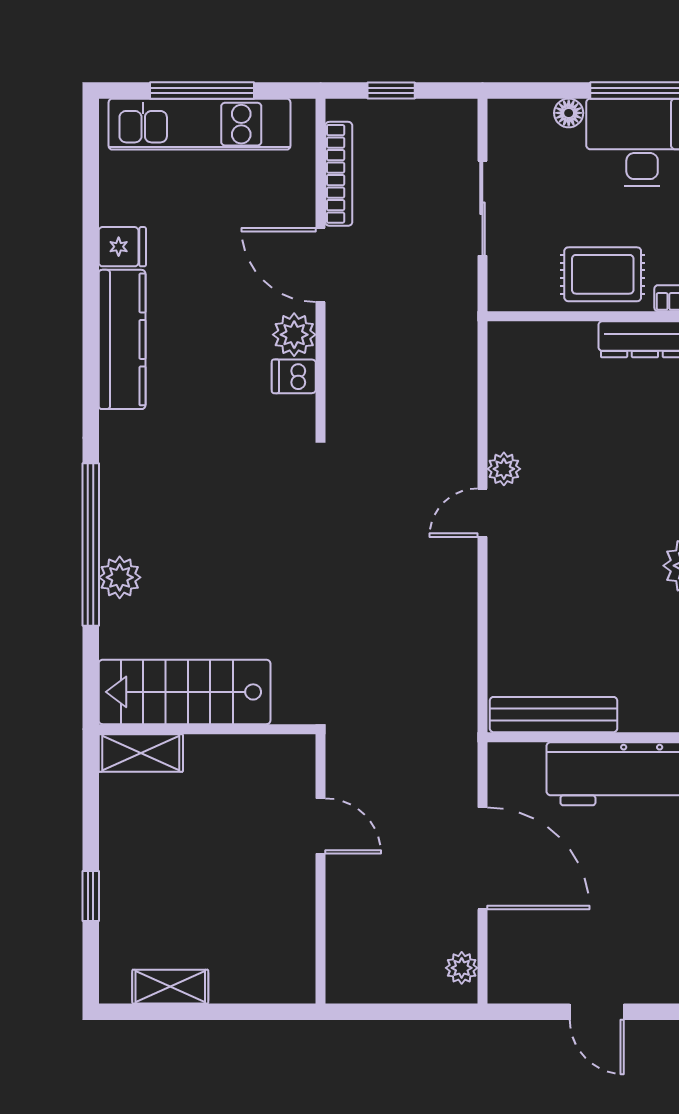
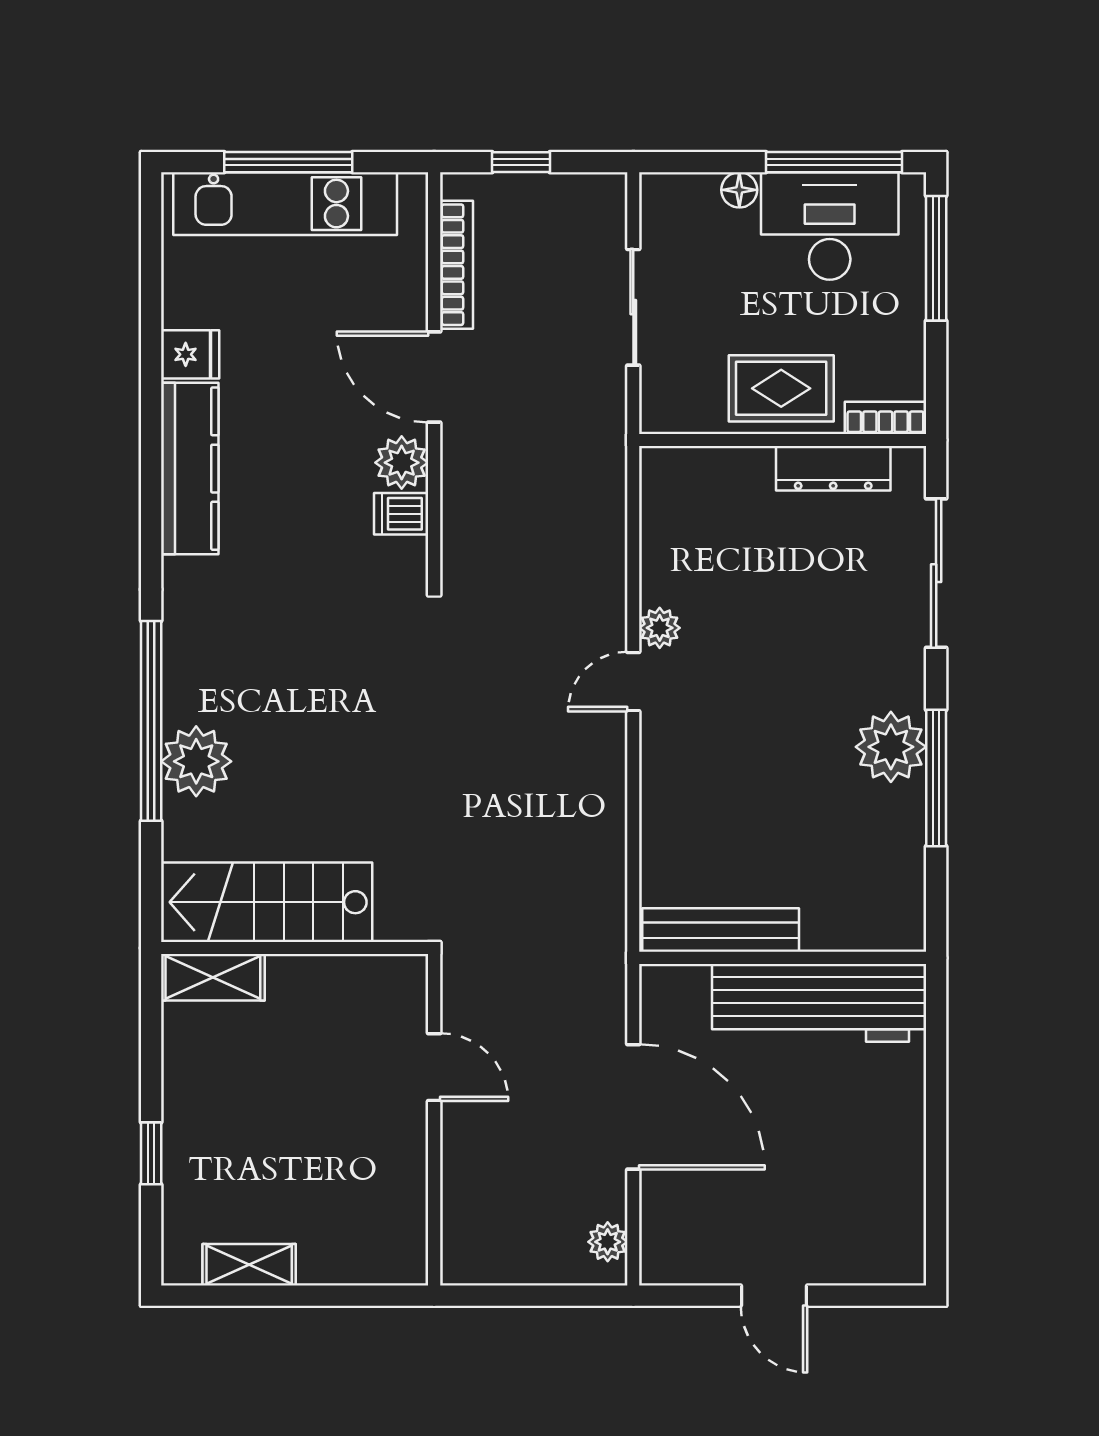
plant: (120, 577) -> (196, 761), width x1.36, depth x1.36

